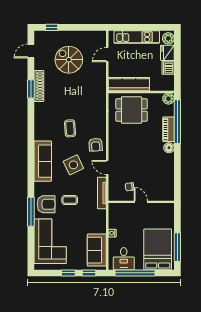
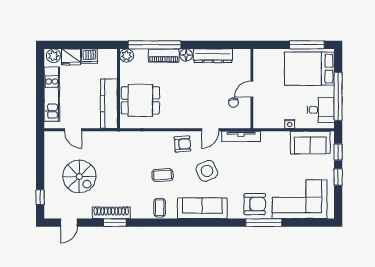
door: (31, 51) -> (69, 223), hinge flipped
spiral stairs: (69, 60) -> (79, 176), turned -90
dining table: (132, 110) -> (140, 100), turned 90
dresser: (168, 170) -> (213, 56), added
coffee table: (70, 200) -> (160, 208), moved
armchair: (46, 204) -> (255, 204), turned 90

